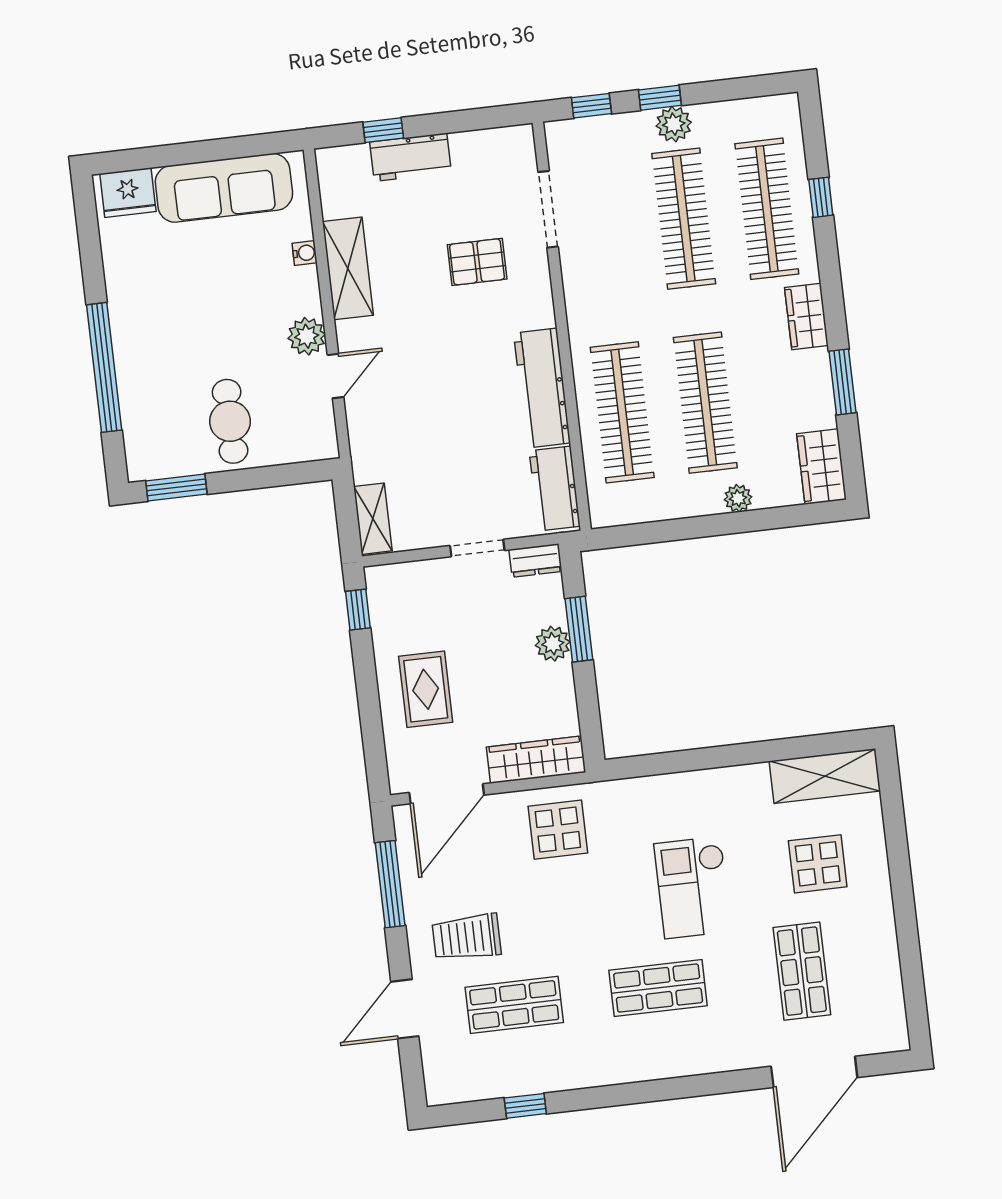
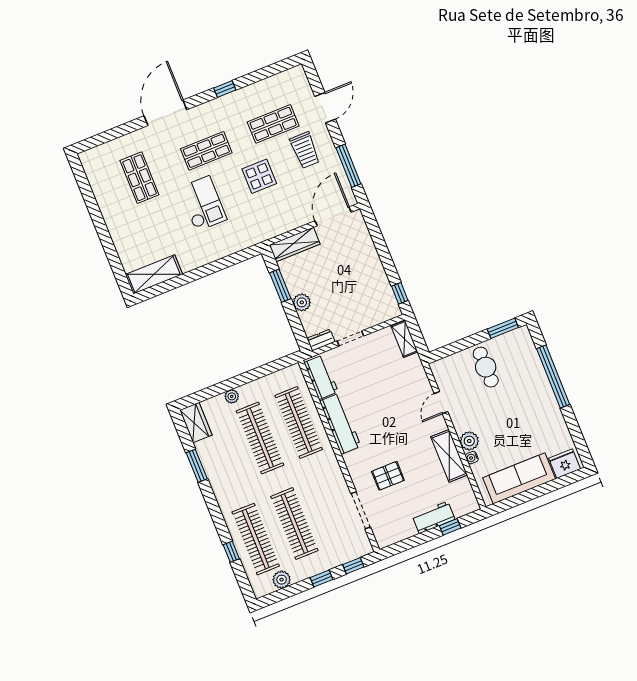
plant: (674, 124) -> (282, 580), moved
wardrobe: (806, 316) -> (223, 493), removed
plant: (307, 336) -> (469, 441), moved
window: (579, 629) -> (280, 286), moved
rug: (426, 689) -> (357, 264), removed
display table: (558, 830) -> (259, 176), moved
display table: (818, 864) -> (146, 231), removed
trolley: (467, 937) -> (305, 150), turned 90
door: (814, 1072) -> (165, 113), moved
window: (525, 1106) -> (225, 89), moved

